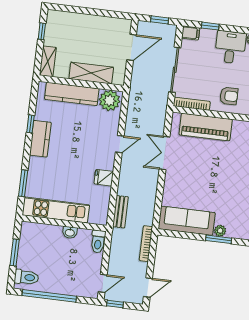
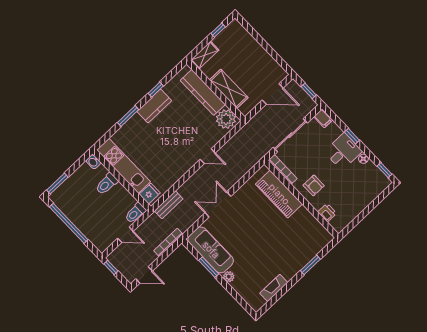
window: (210, 26) -> (352, 136), moved
double door: (164, 153) -> (218, 204), moved
fridge: (104, 178) -> (150, 194), moved, turned 90
window: (23, 183) -> (128, 116), moved
washbasin: (70, 232) -> (93, 162), moved
window: (219, 239) -> (209, 267), moved
window: (15, 253) -> (57, 184), moved
toilet: (26, 277) -> (107, 184), moved, turned 90
door: (103, 283) -> (125, 235), moved

